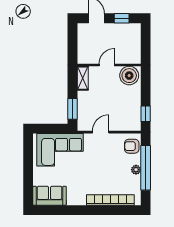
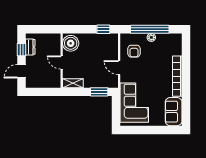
dresser: (125, 28) -> (30, 47), added
armchair: (132, 146) -> (134, 51), moved
bookcase: (110, 200) -> (177, 76), moved

